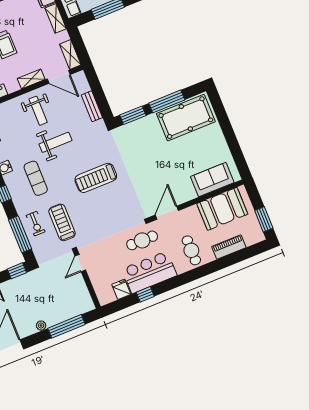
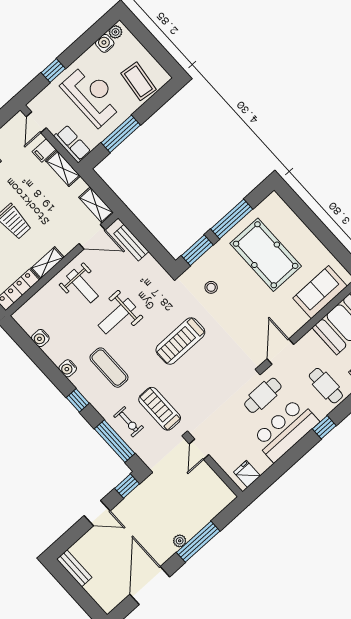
shelving: (31, 79) -> (48, 263), moved
bench: (92, 106) -> (131, 243), moved
pool table: (186, 118) -> (266, 255), moved, turned 90
weight bench: (55, 142) -> (117, 316), turned 180
stool: (133, 146) -> (211, 287), added
fridge: (121, 289) -> (247, 474), moved
window: (145, 294) -> (324, 427), moved
window: (66, 326) -> (198, 542), moved

